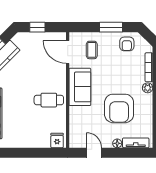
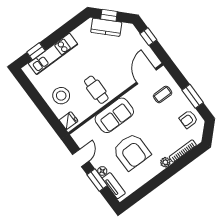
sofa: (80, 87) -> (114, 115), moved
armchair: (119, 108) -> (132, 152), turned -90
stool: (33, 132) -> (61, 96), added
window: (121, 153) -> (97, 180), added

